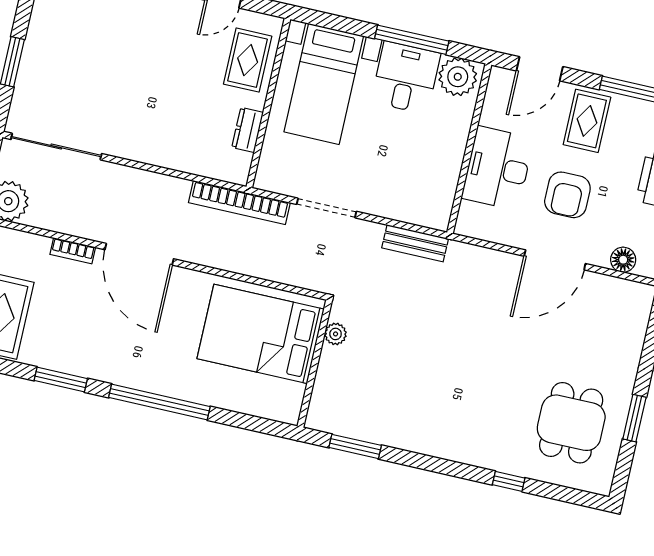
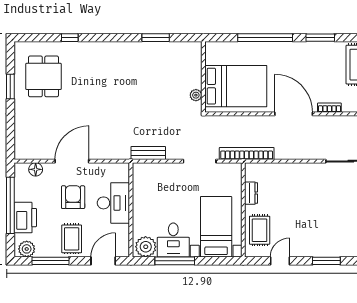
bed: (261, 334) -> (236, 86), moved
plant: (336, 334) -> (196, 95), moved
wall: (315, 364) -> (203, 77), moved

